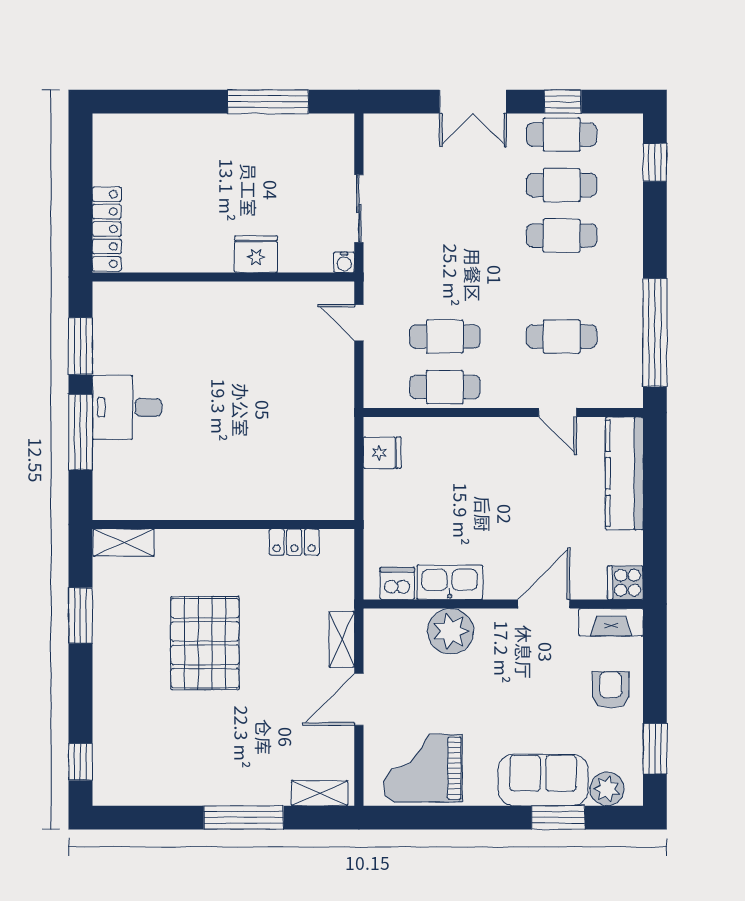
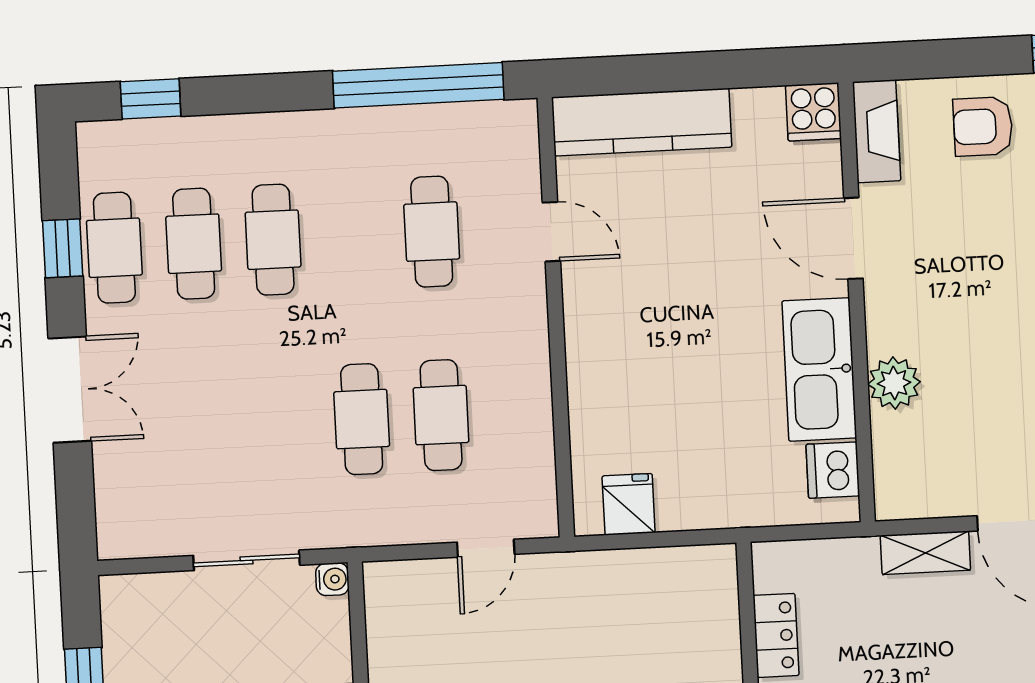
door: (359, 323) -> (486, 548), moved
cafe table: (445, 387) -> (362, 419), moved
door: (558, 412) -> (551, 232), hinge flipped
kitchen sink: (450, 582) -> (819, 369), width x1.36, depth x1.24
plant: (451, 631) -> (894, 383), width x0.73, depth x0.73

